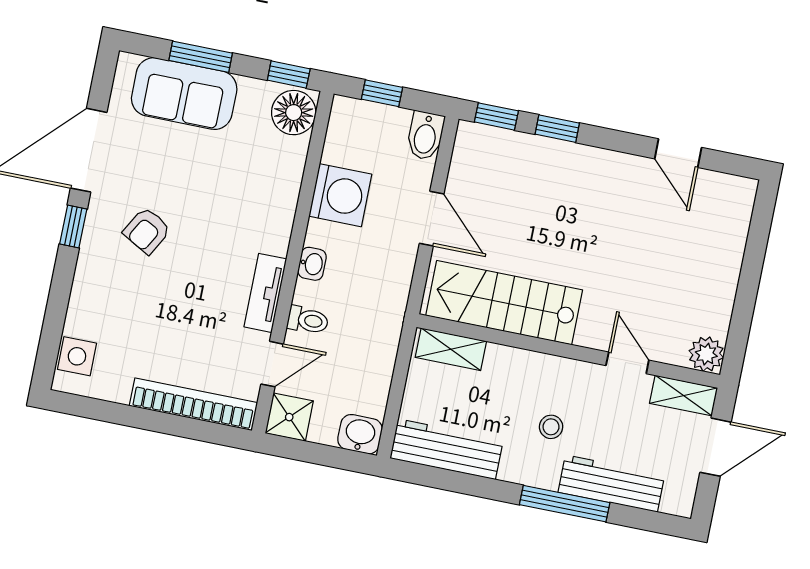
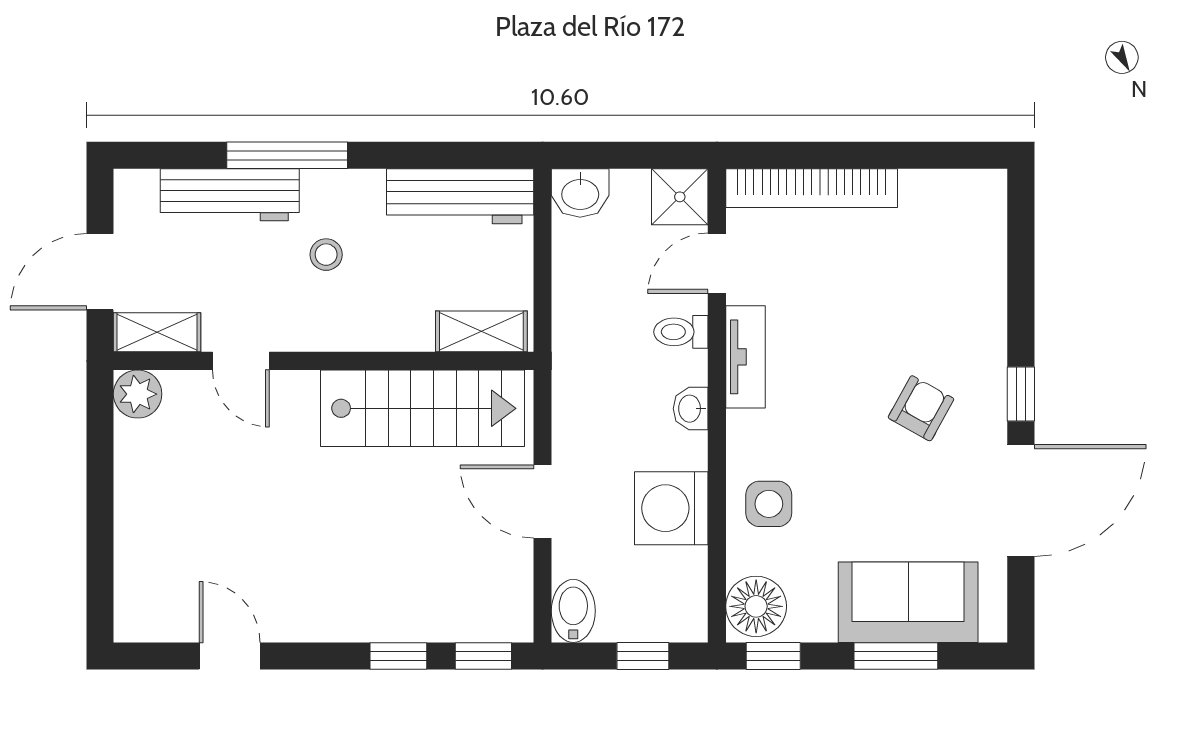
side table: (77, 356) -> (769, 504), moved

